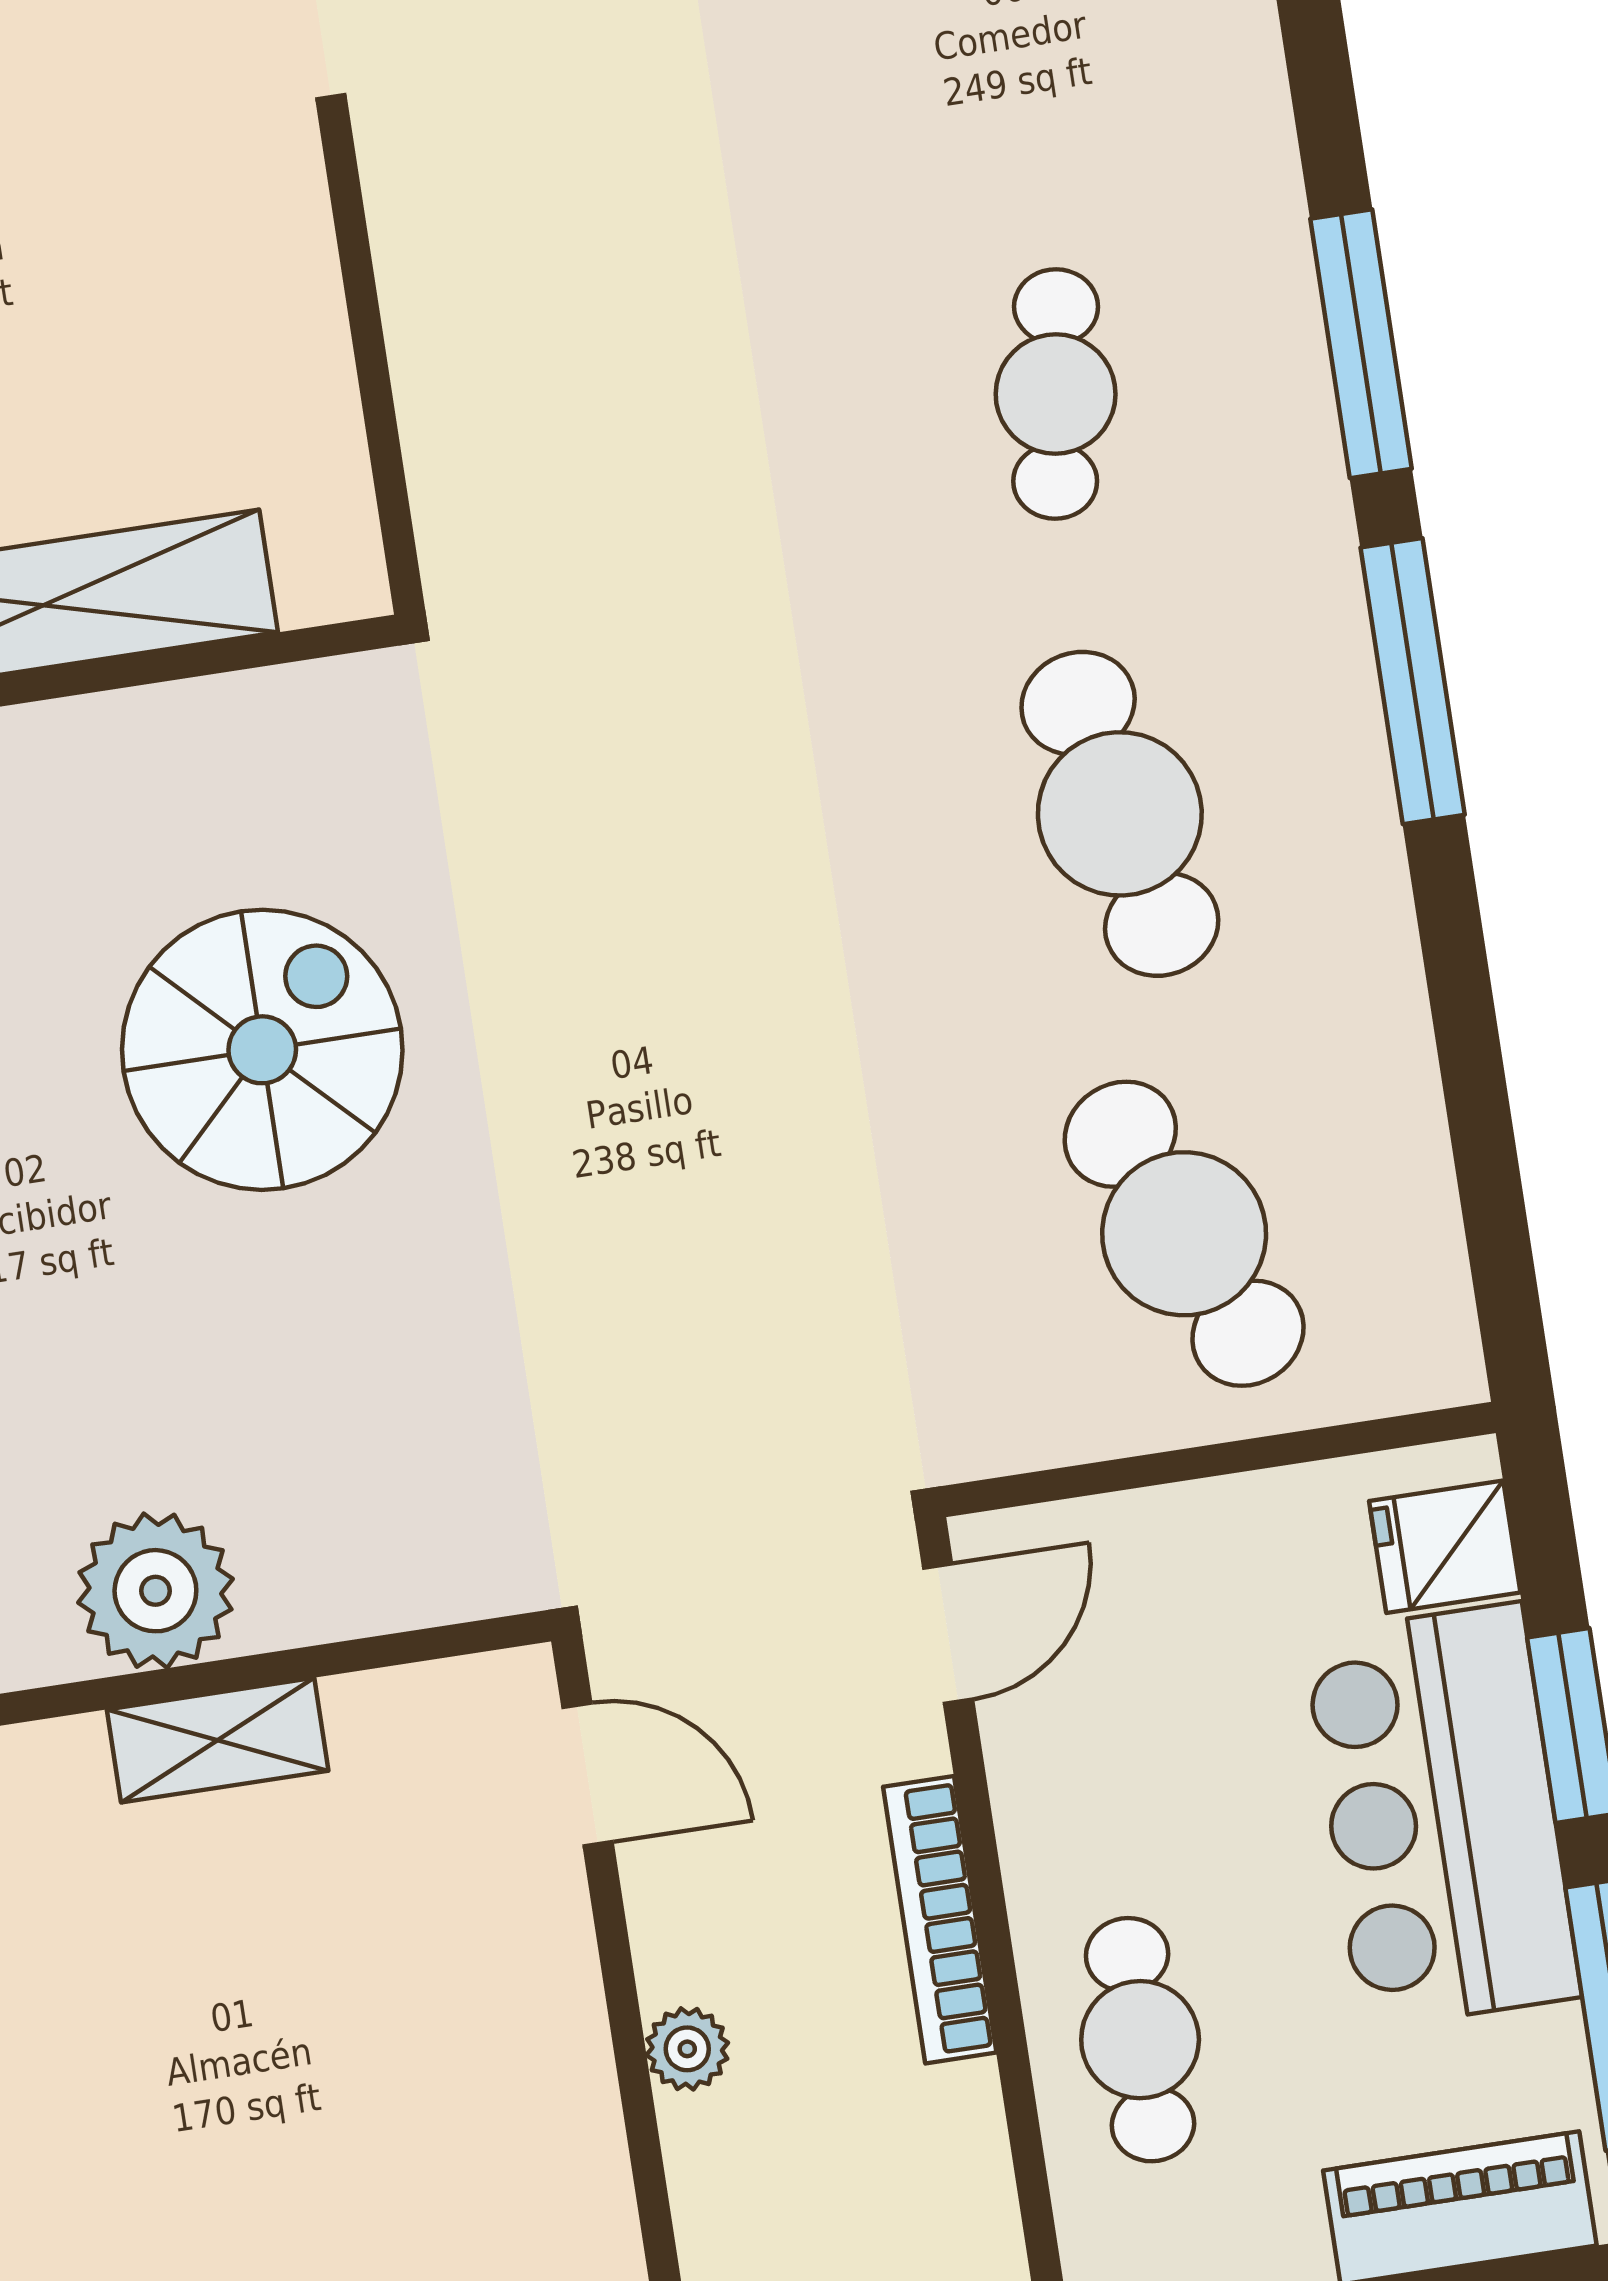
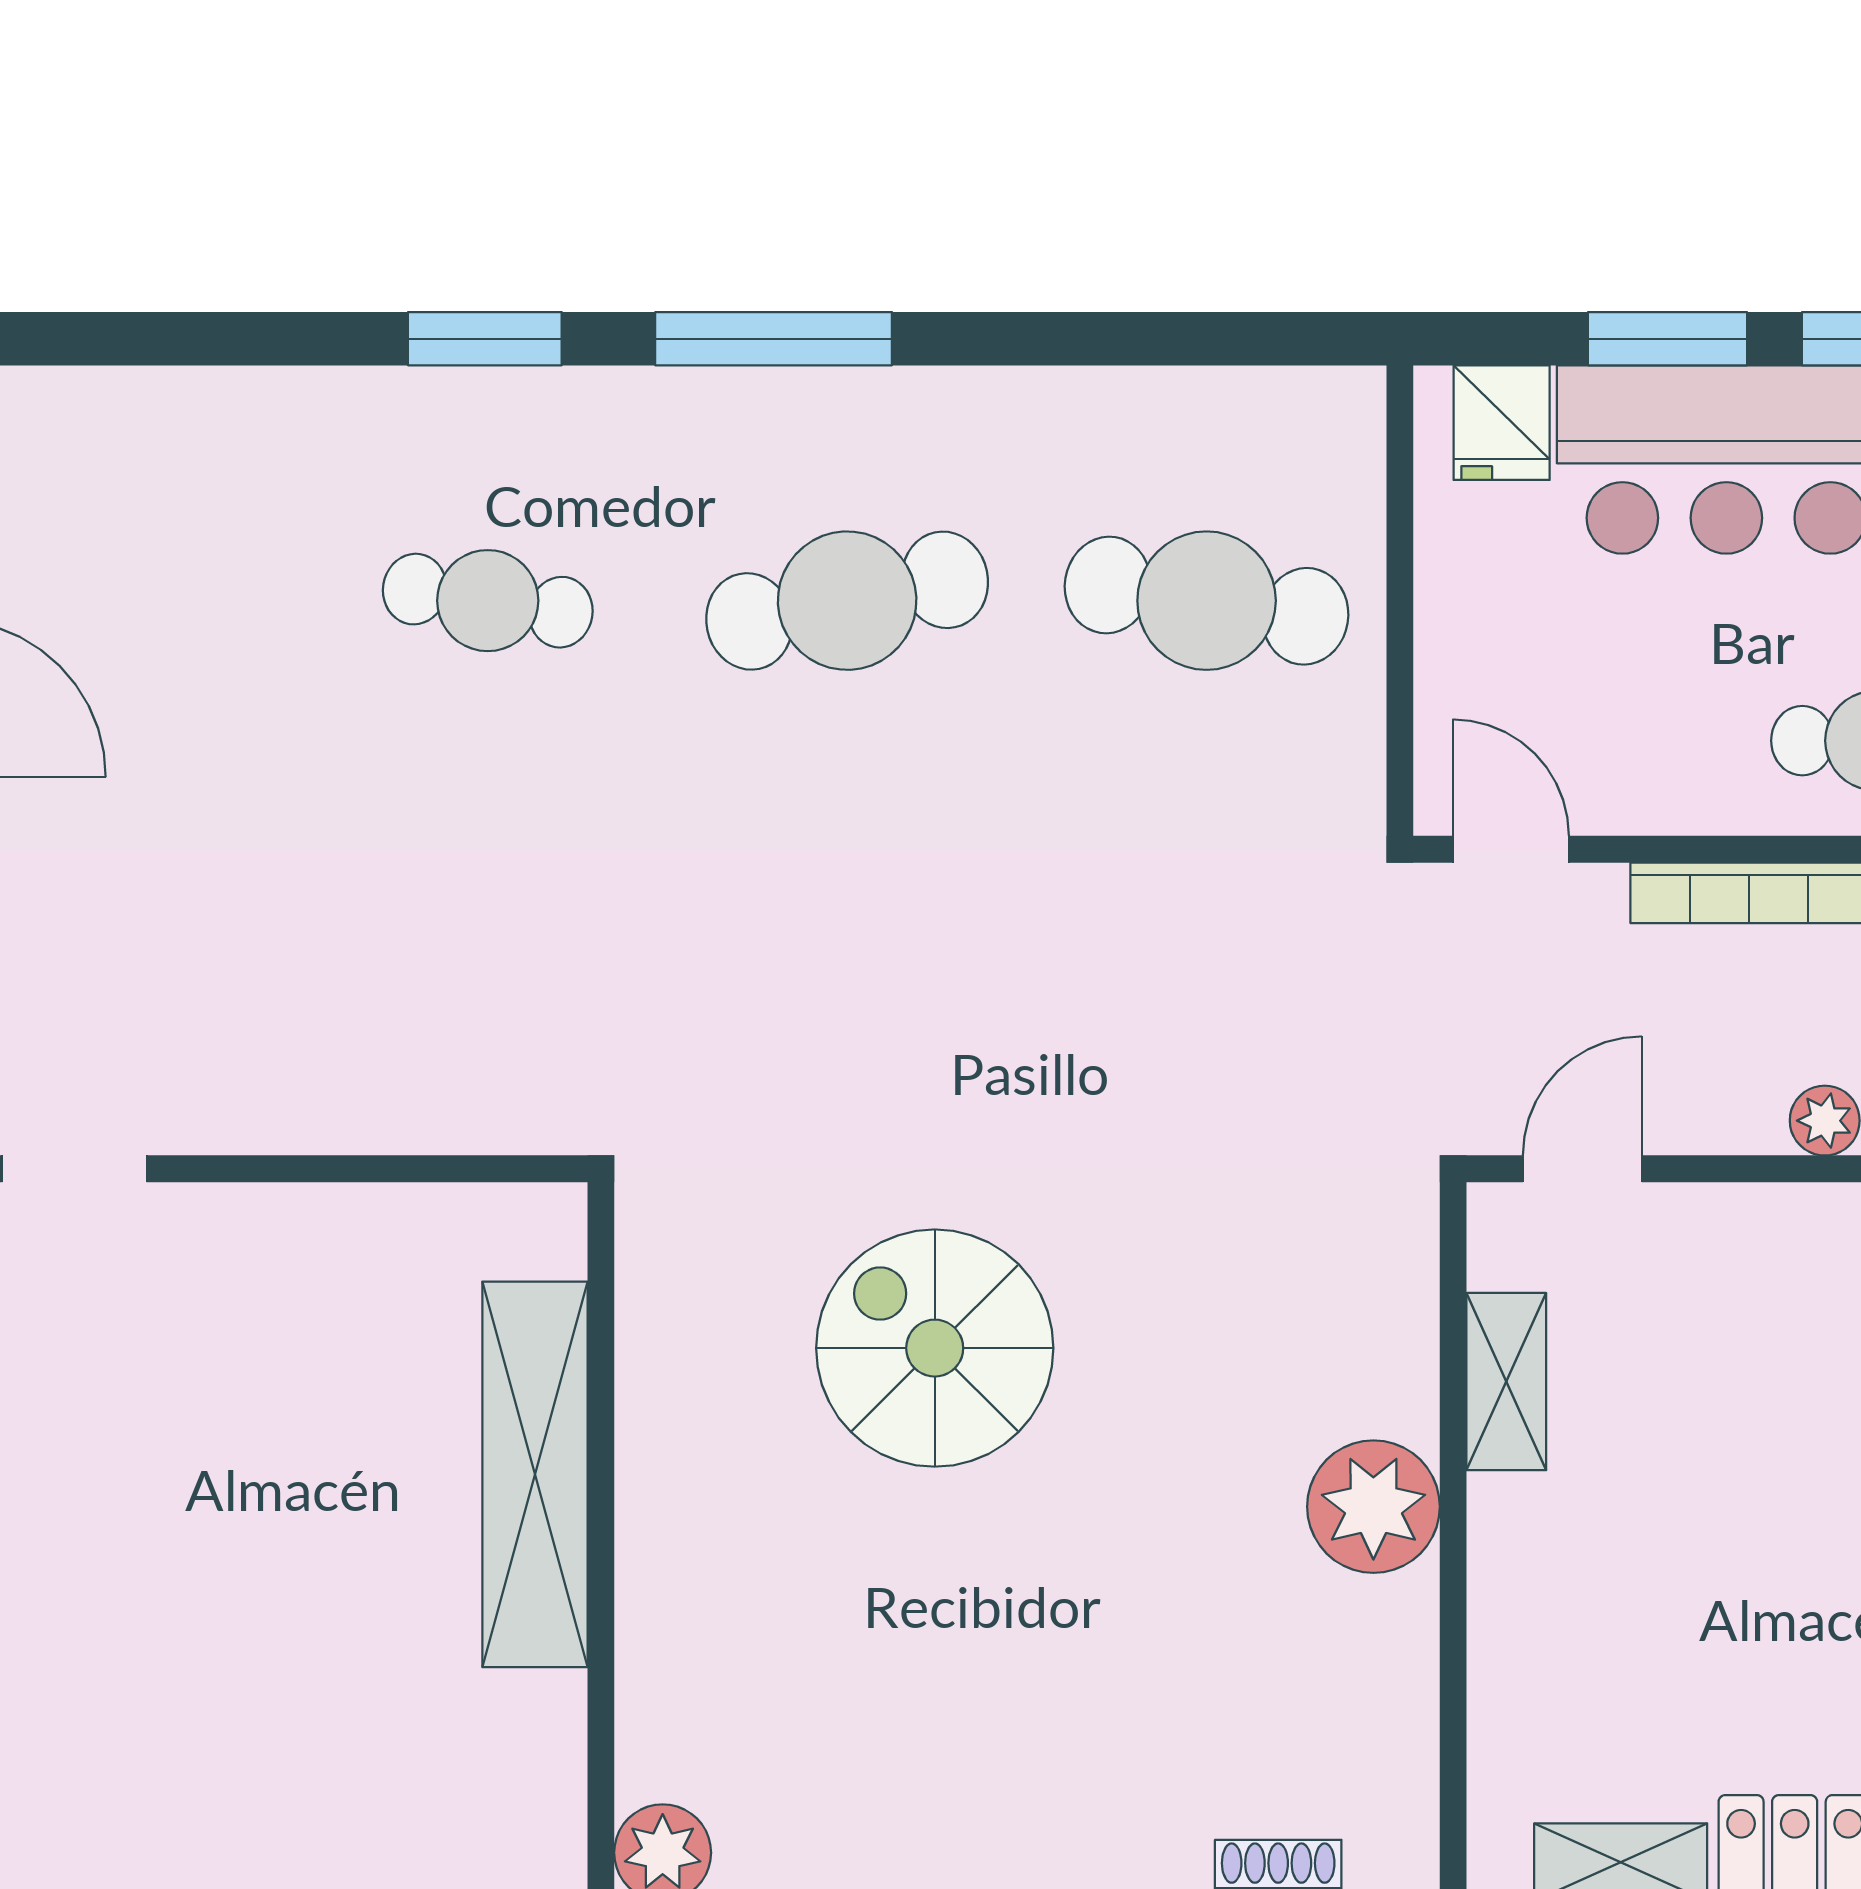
window: (1361, 344) -> (485, 339), width x0.69
cafe table: (1184, 1234) -> (1207, 601), turned 33
shelving: (218, 1740) -> (1506, 1382), moved

